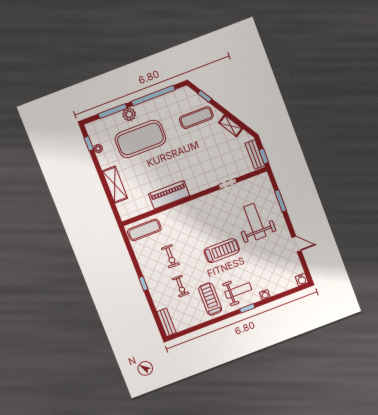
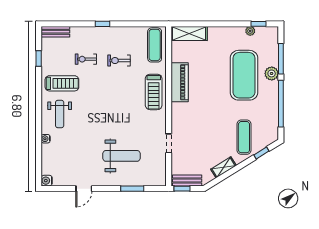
shelving: (115, 185) -> (189, 34), moved
treadmill: (222, 251) -> (154, 92), moved
window: (247, 308) -> (39, 58), moved

